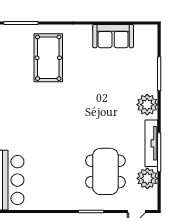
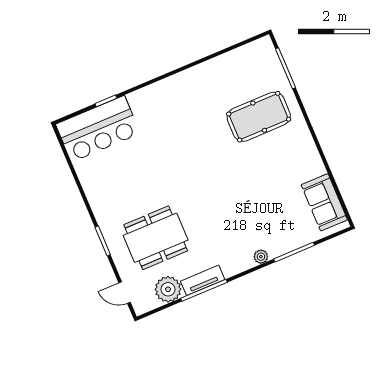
sofa: (113, 36) -> (324, 202), moved
plant: (147, 105) -> (261, 257), width x0.53, depth x0.53
tv unit: (151, 143) -> (203, 280), width x0.71

